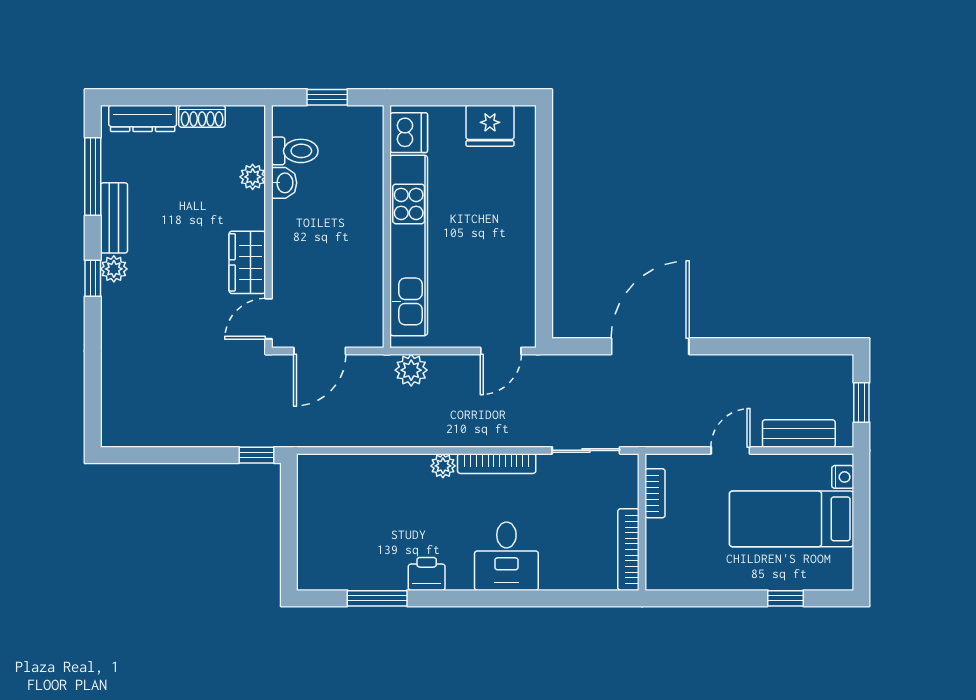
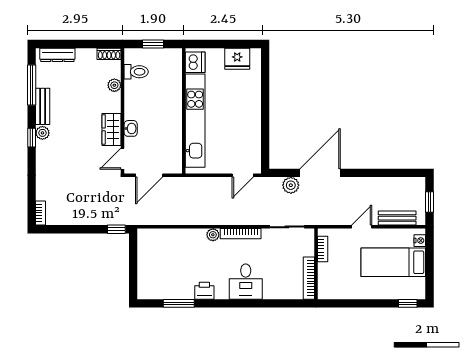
shoe rack: (202, 116) -> (109, 54), moved
washbasin: (284, 183) -> (131, 128), moved
plant: (411, 370) -> (291, 185), moved
bookcase: (110, 424) -> (40, 213), added
window: (786, 598) -> (408, 303), moved

